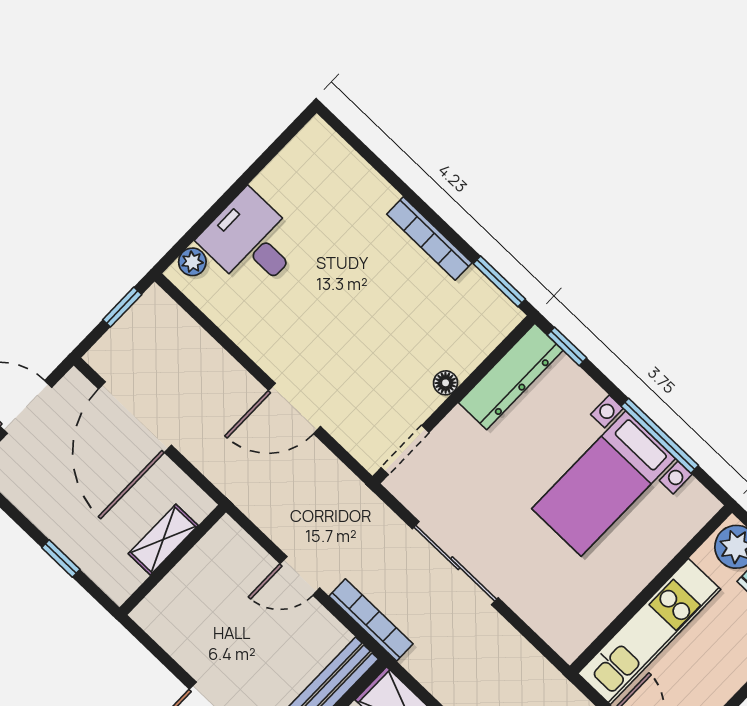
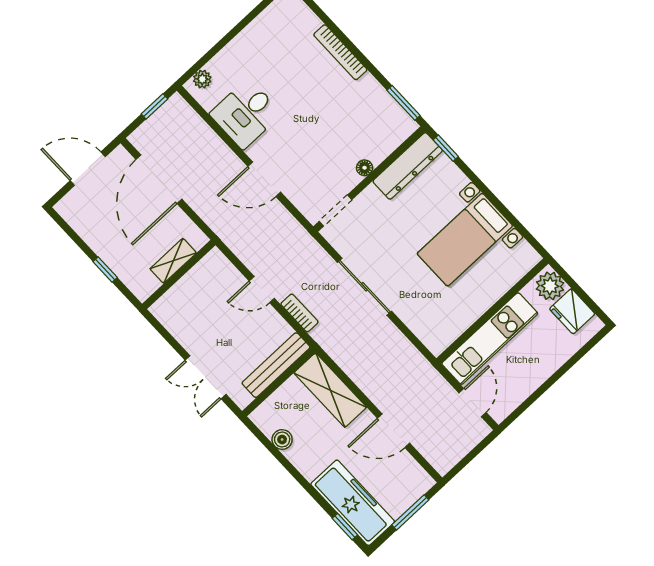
bookcase: (429, 239) -> (340, 52), moved
desk: (251, 241) -> (246, 114), moved, turned -90
window: (660, 436) -> (504, 210), removed
bookcase: (371, 620) -> (299, 313), width x0.64

